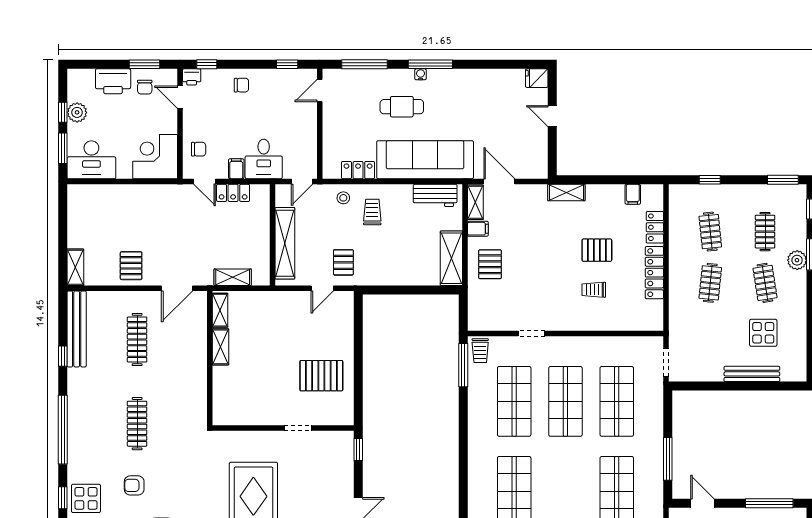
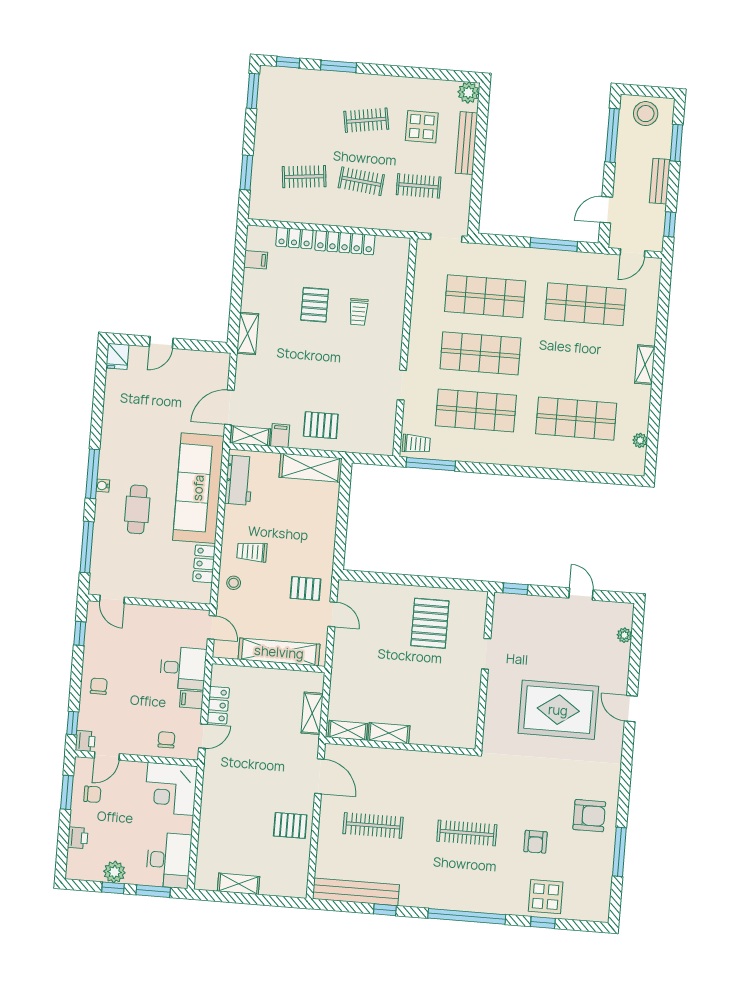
printer: (113, 81) -> (78, 838), width x0.53, depth x0.68
window: (710, 180) -> (246, 173), width x1.50
clothes rail: (765, 232) -> (419, 186), moved
plant: (797, 260) -> (468, 93), moved
shelving: (75, 267) -> (239, 884), moved

